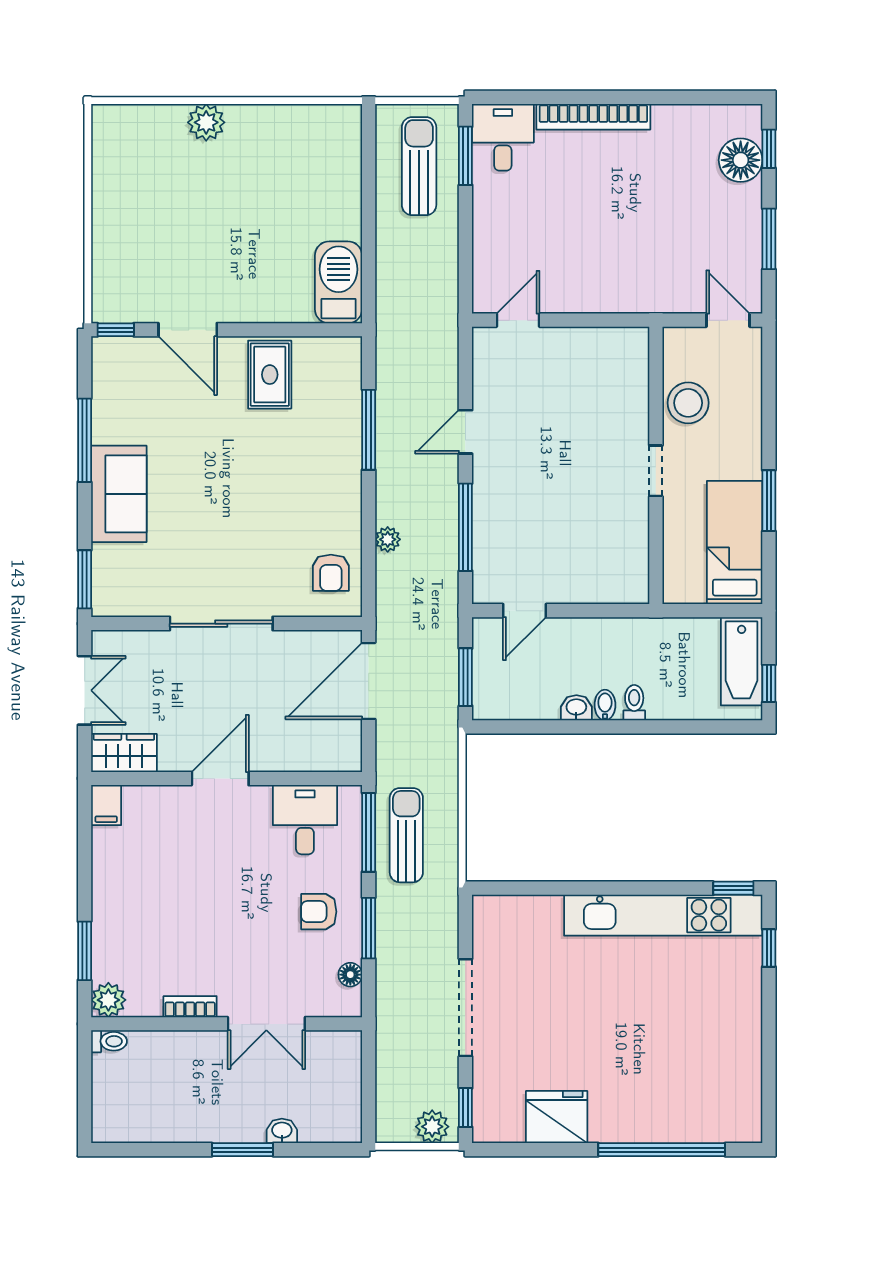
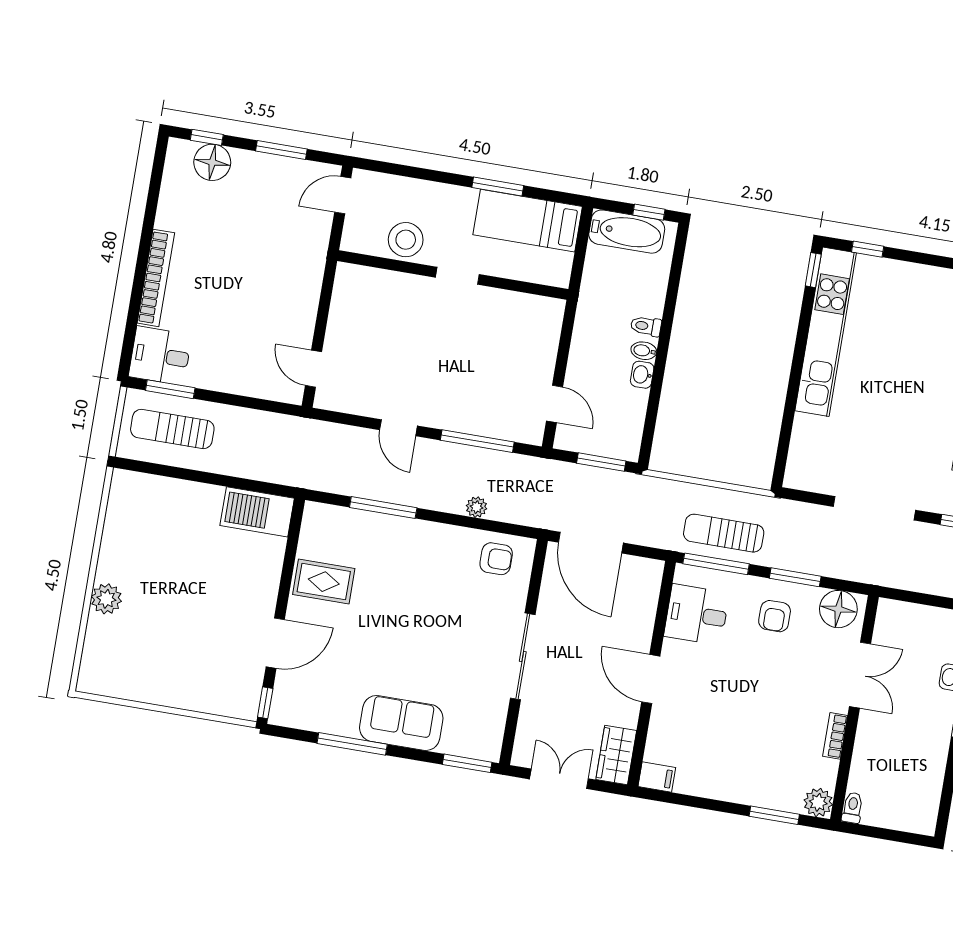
floor lamp: (350, 975) -> (838, 609), width x1.89, depth x1.89

